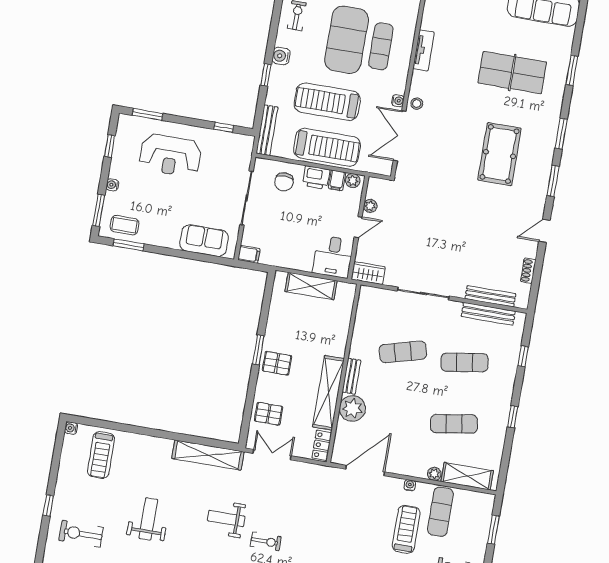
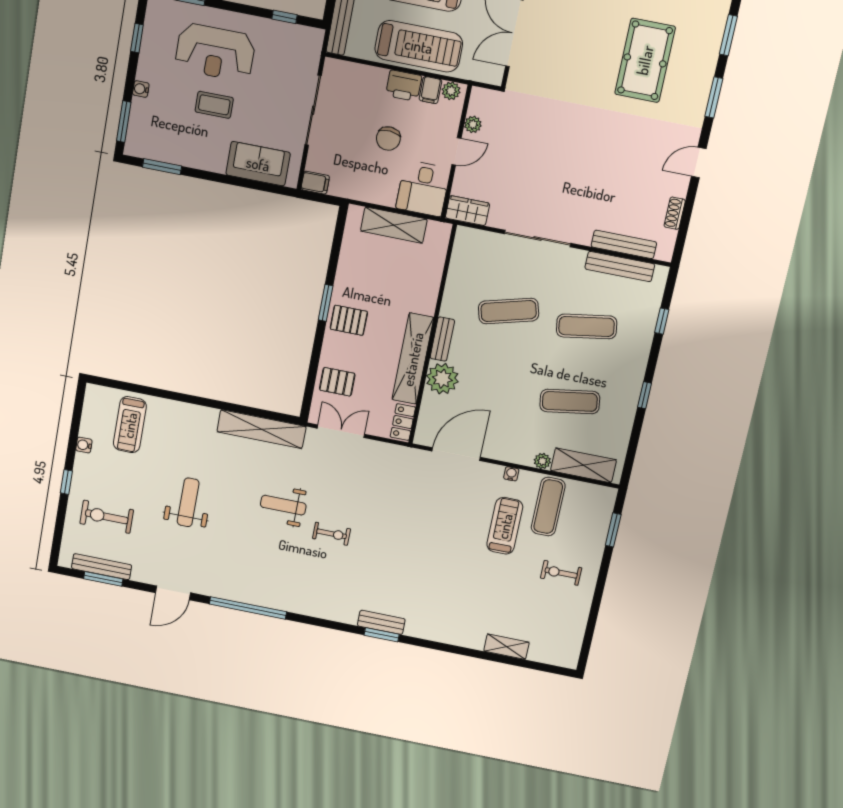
chair: (284, 182) -> (388, 139), moved
coffee table: (125, 225) -> (214, 105), moved
water cooler: (71, 428) -> (84, 445), moved

